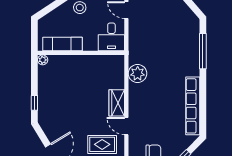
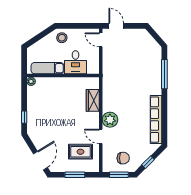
desk: (111, 37) -> (76, 62), moved
plant: (138, 73) -> (110, 120), moved
wardrobe: (117, 103) -> (93, 100), moved

